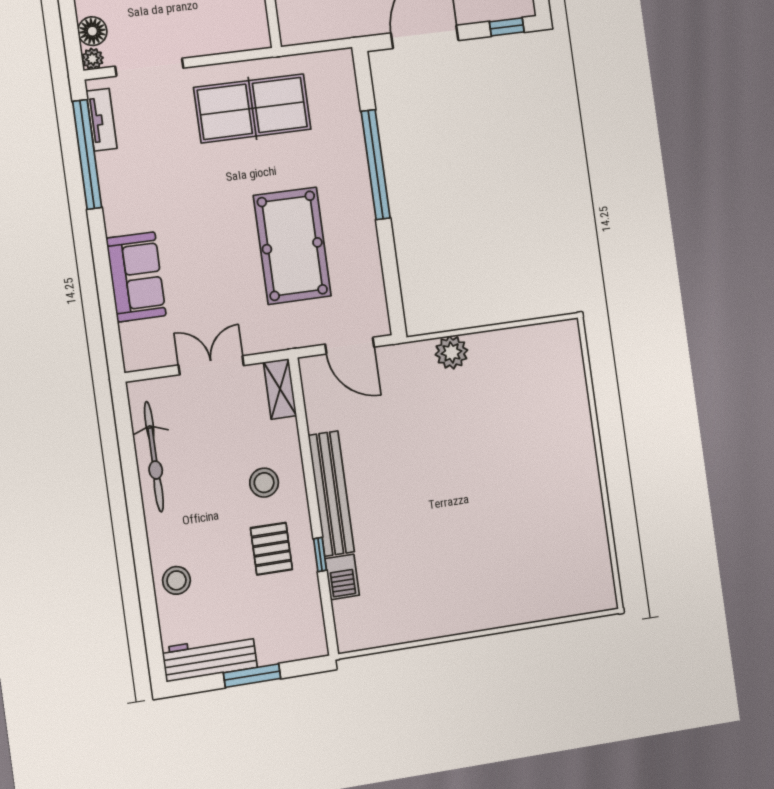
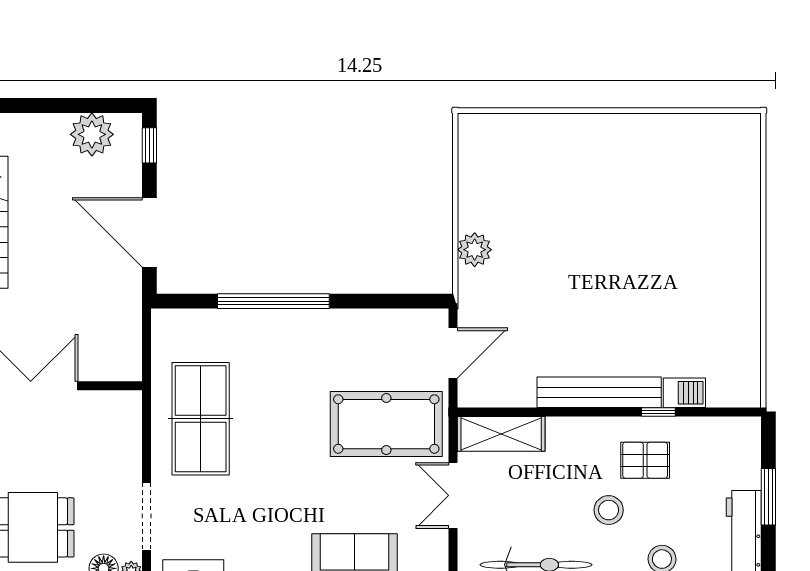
pool table: (292, 246) -> (386, 424), moved
shelving: (280, 389) -> (501, 434), width x1.50, depth x1.33
stool: (264, 483) -> (609, 510), moved

